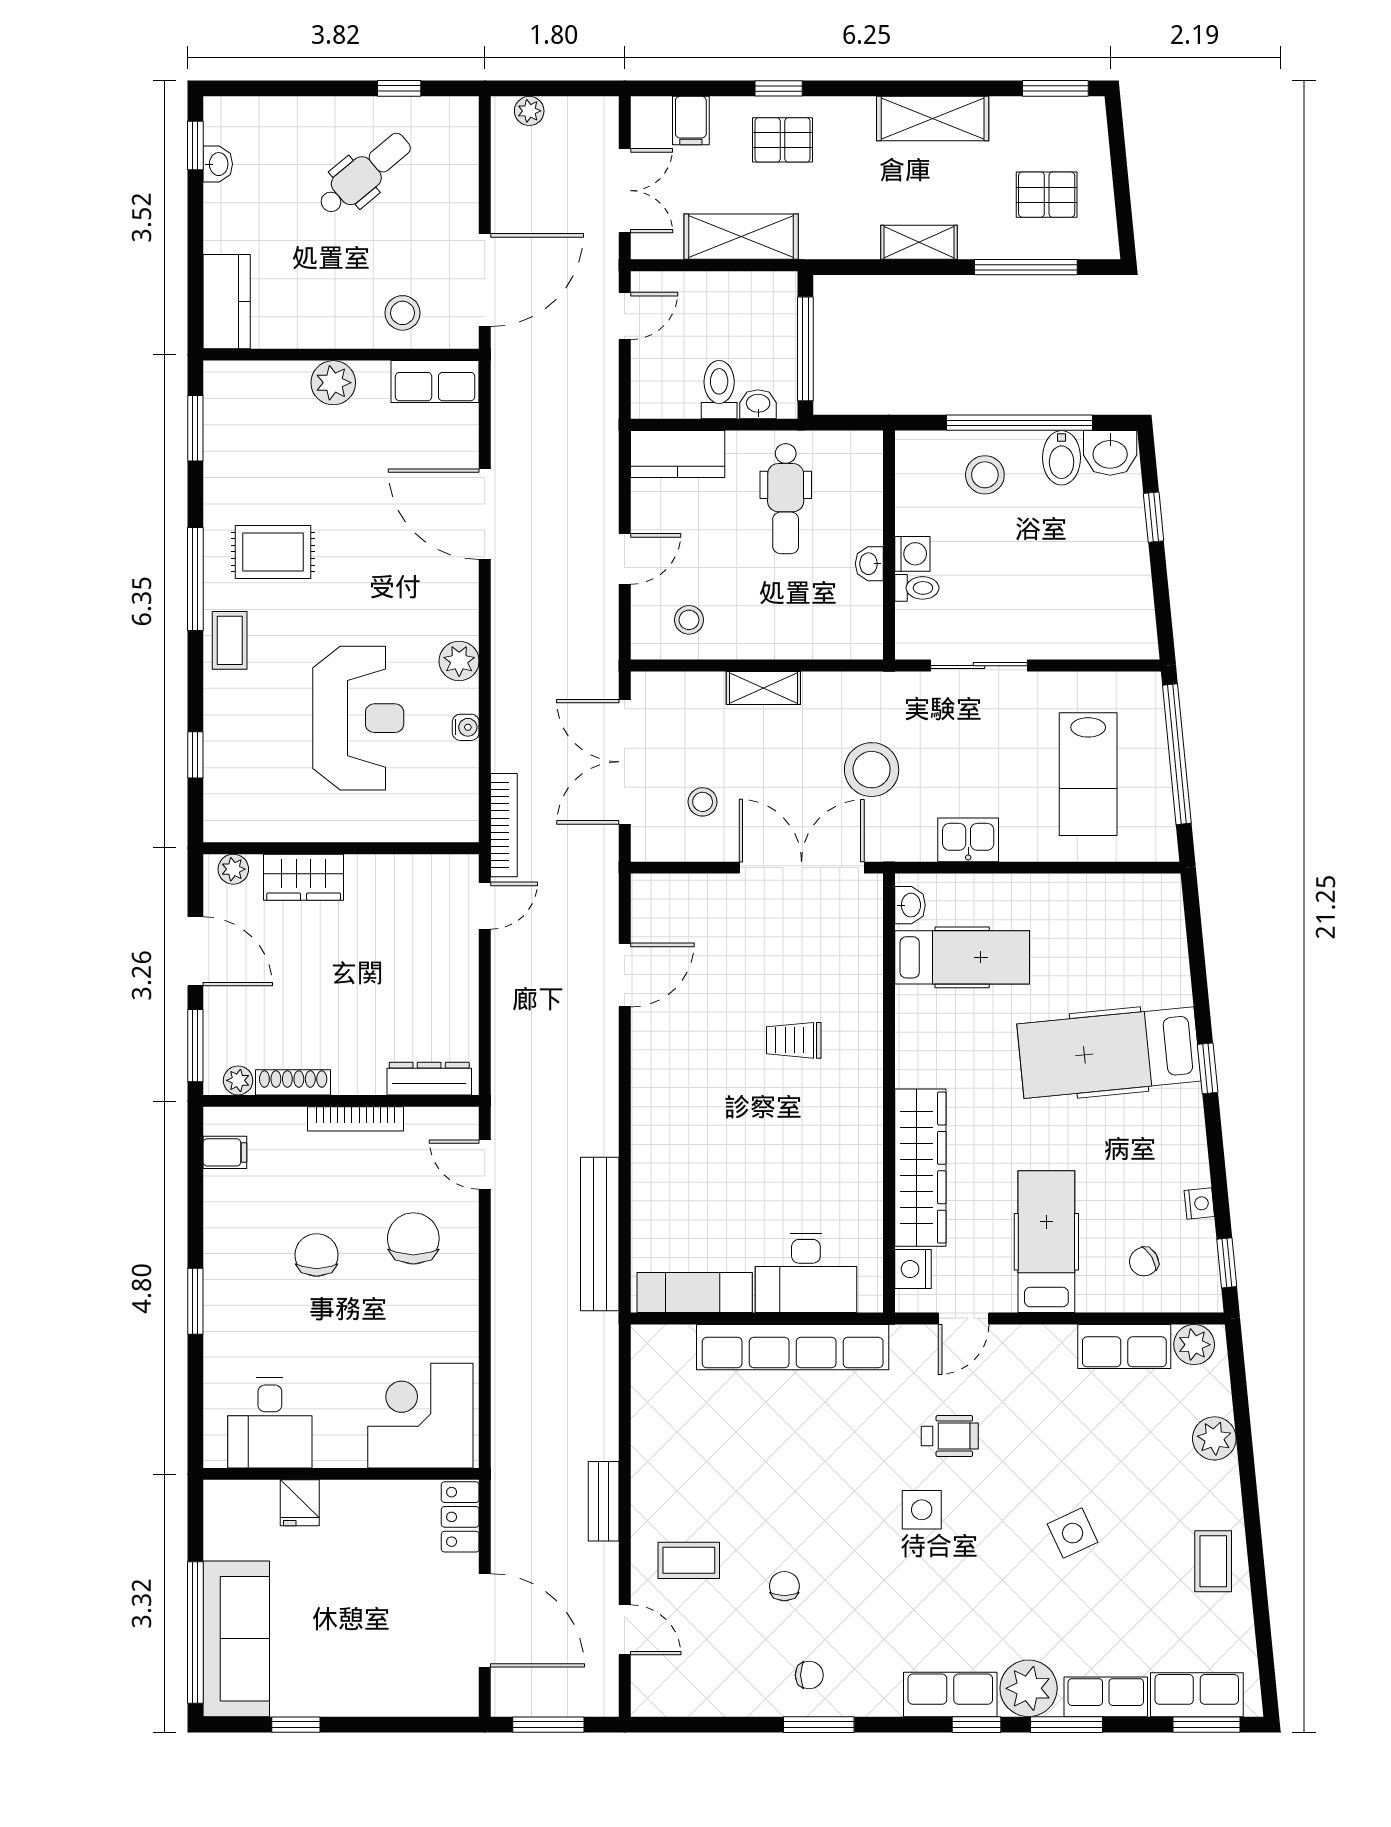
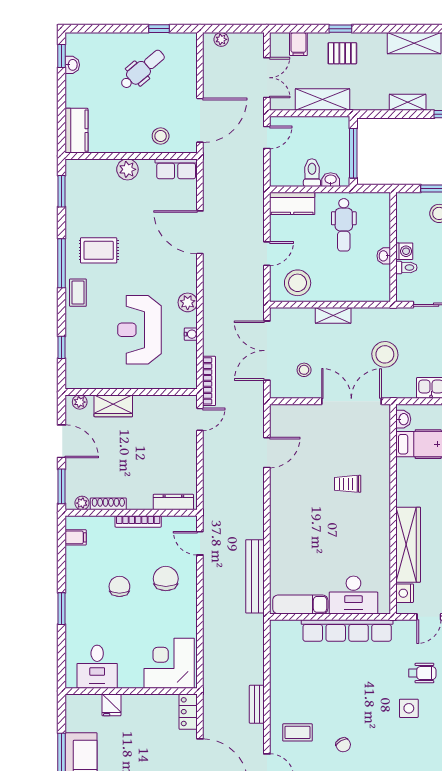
stool: (689, 620) -> (298, 283), width x1.89, depth x1.89
reception desk: (358, 718) -> (139, 330), turned 180
chair: (784, 1586) -> (343, 745), turned 151

